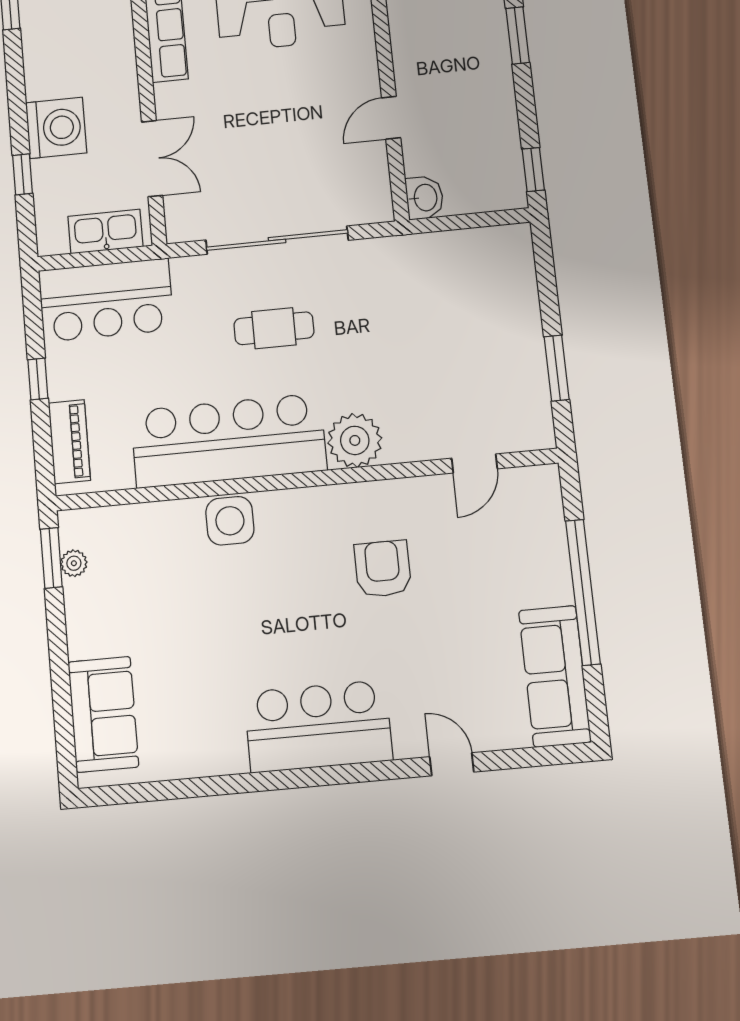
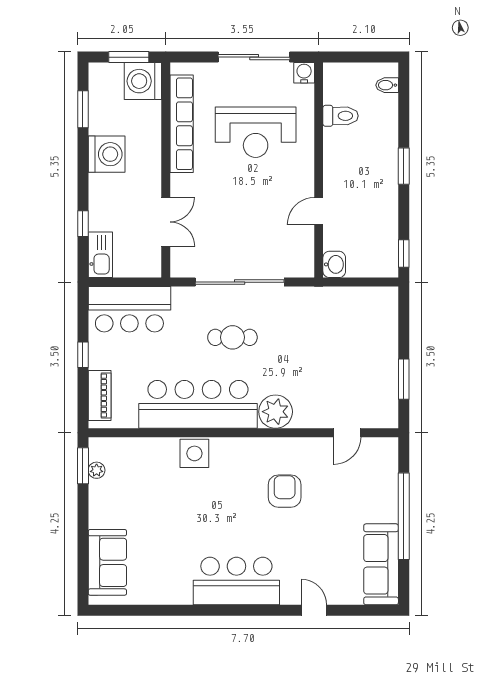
washing machine: (56, 128) -> (107, 154), moved
kitchen sink: (105, 231) -> (100, 255), moved, turned 90

